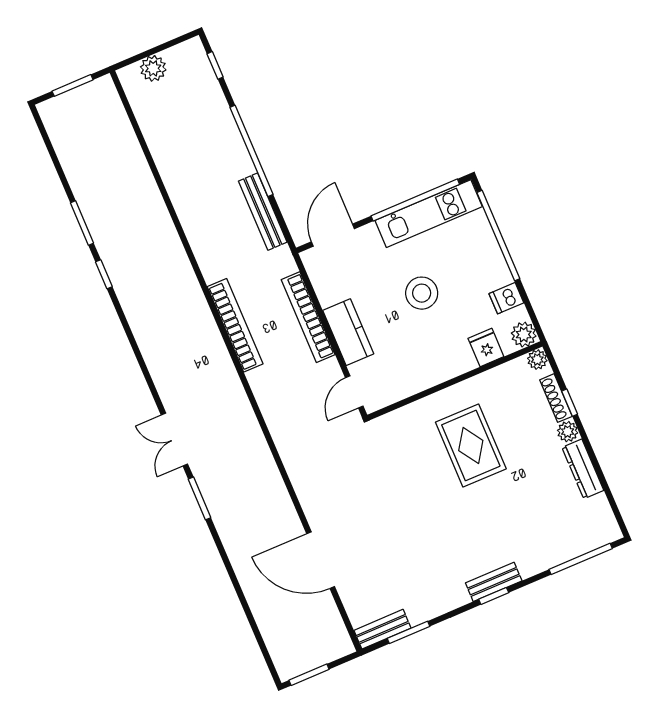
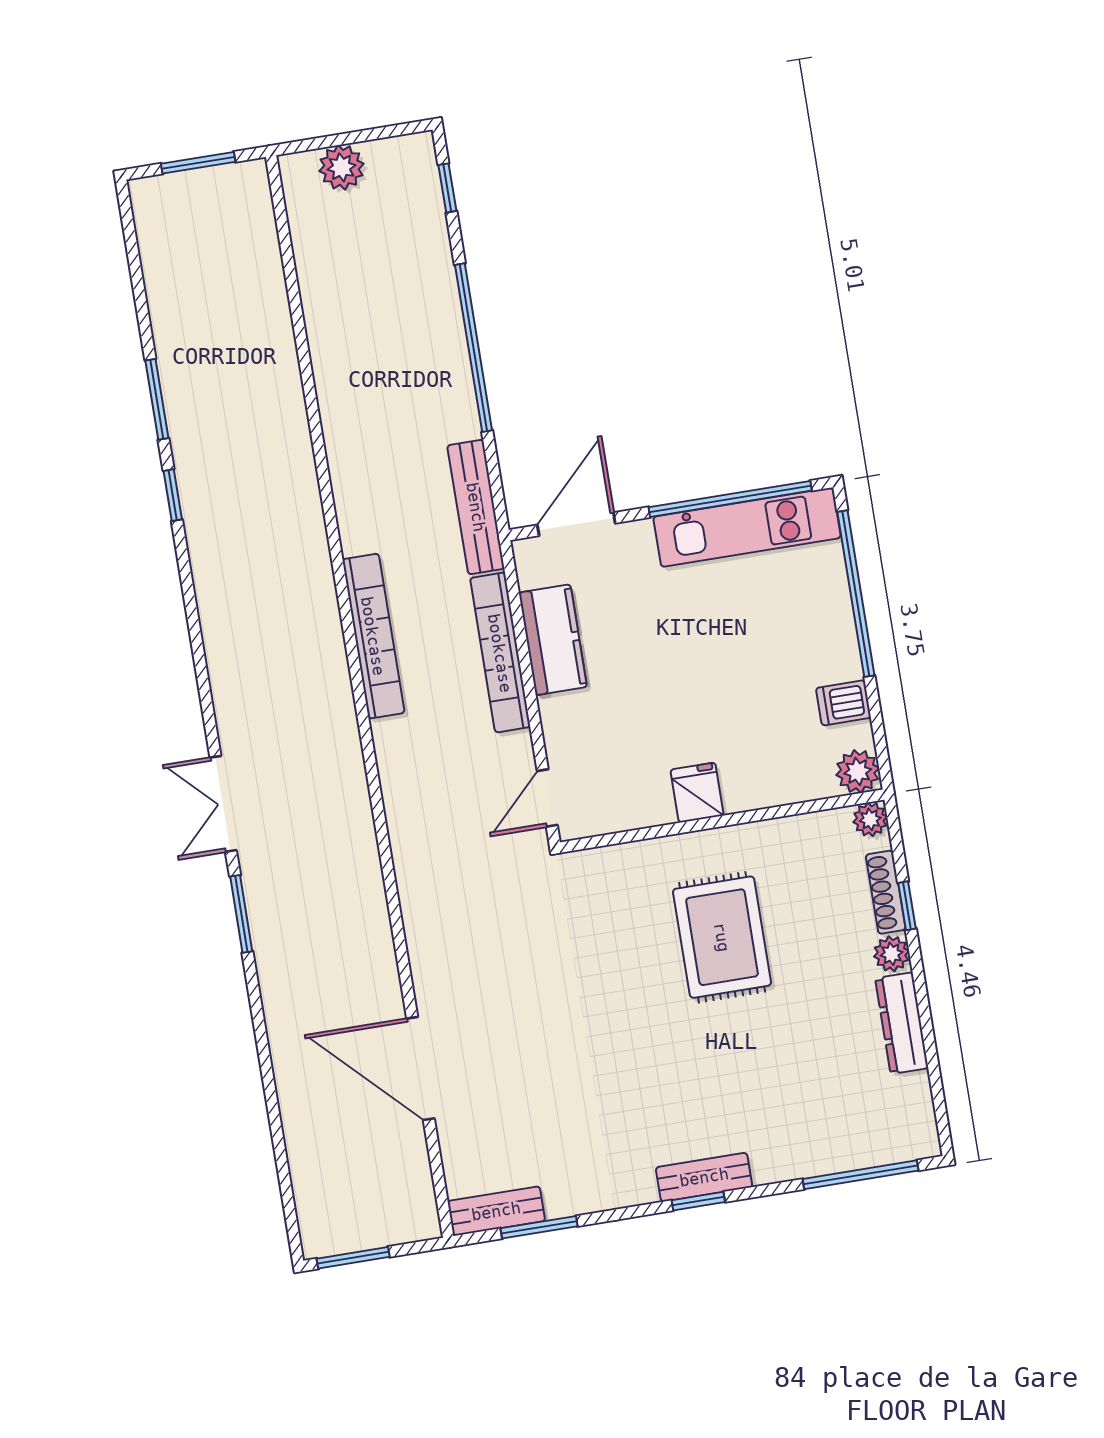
bench: (263, 212) -> (476, 507), moved
stool: (422, 293) -> (702, 659), removed
kitchen counter: (348, 332) -> (553, 640), moved
fridge: (486, 347) -> (697, 793), moved

